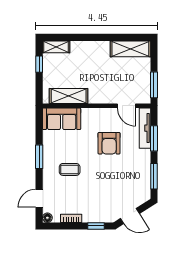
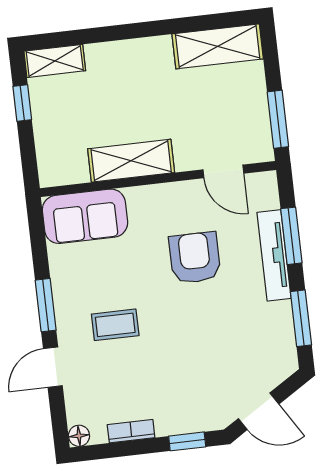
shelving: (69, 96) -> (131, 161), moved
tv unit: (145, 128) -> (274, 255), moved
armchair: (109, 143) -> (195, 258), turned 180
door: (39, 198) -> (53, 367), moved

